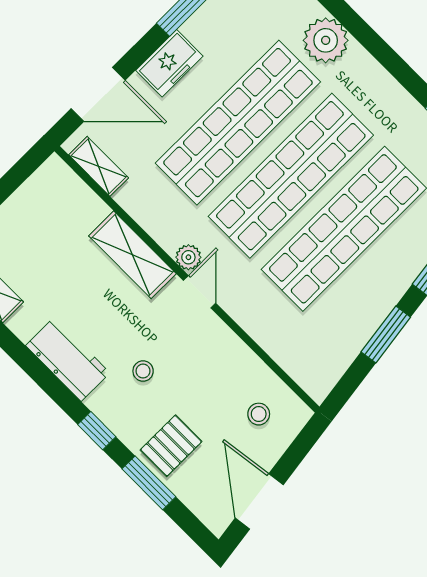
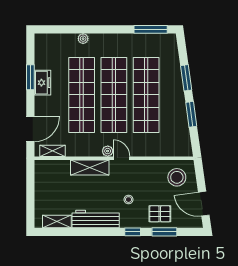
plant: (326, 40) -> (83, 39), width x0.53, depth x0.53
freezer: (169, 63) -> (43, 83), moved
workbench: (68, 359) -> (96, 219), width x1.38
stool: (259, 414) -> (177, 177), width x1.89, depth x1.89
pallet: (171, 446) -> (160, 214), turned 90

